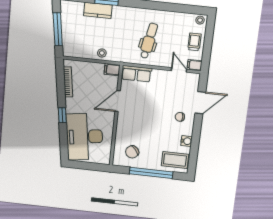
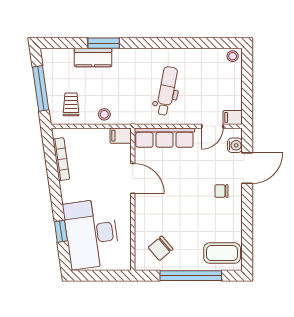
trolley: (194, 42) -> (71, 104), moved
door: (179, 70) -> (212, 126), swing flipped
row of seats: (136, 74) -> (164, 138), width x1.48
door: (118, 101) -> (133, 178), swing flipped
window: (62, 115) -> (61, 231), moved
water cooler: (187, 141) -> (235, 145), moved

